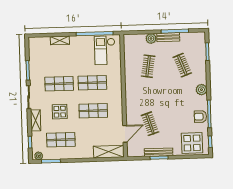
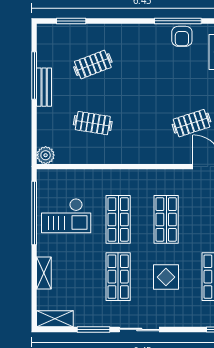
plant: (151, 39) -> (46, 155), moved
checkout: (105, 50) -> (66, 216), moved
plant: (201, 90) -> (136, 33), removed
shelving: (36, 120) -> (55, 319), moved

